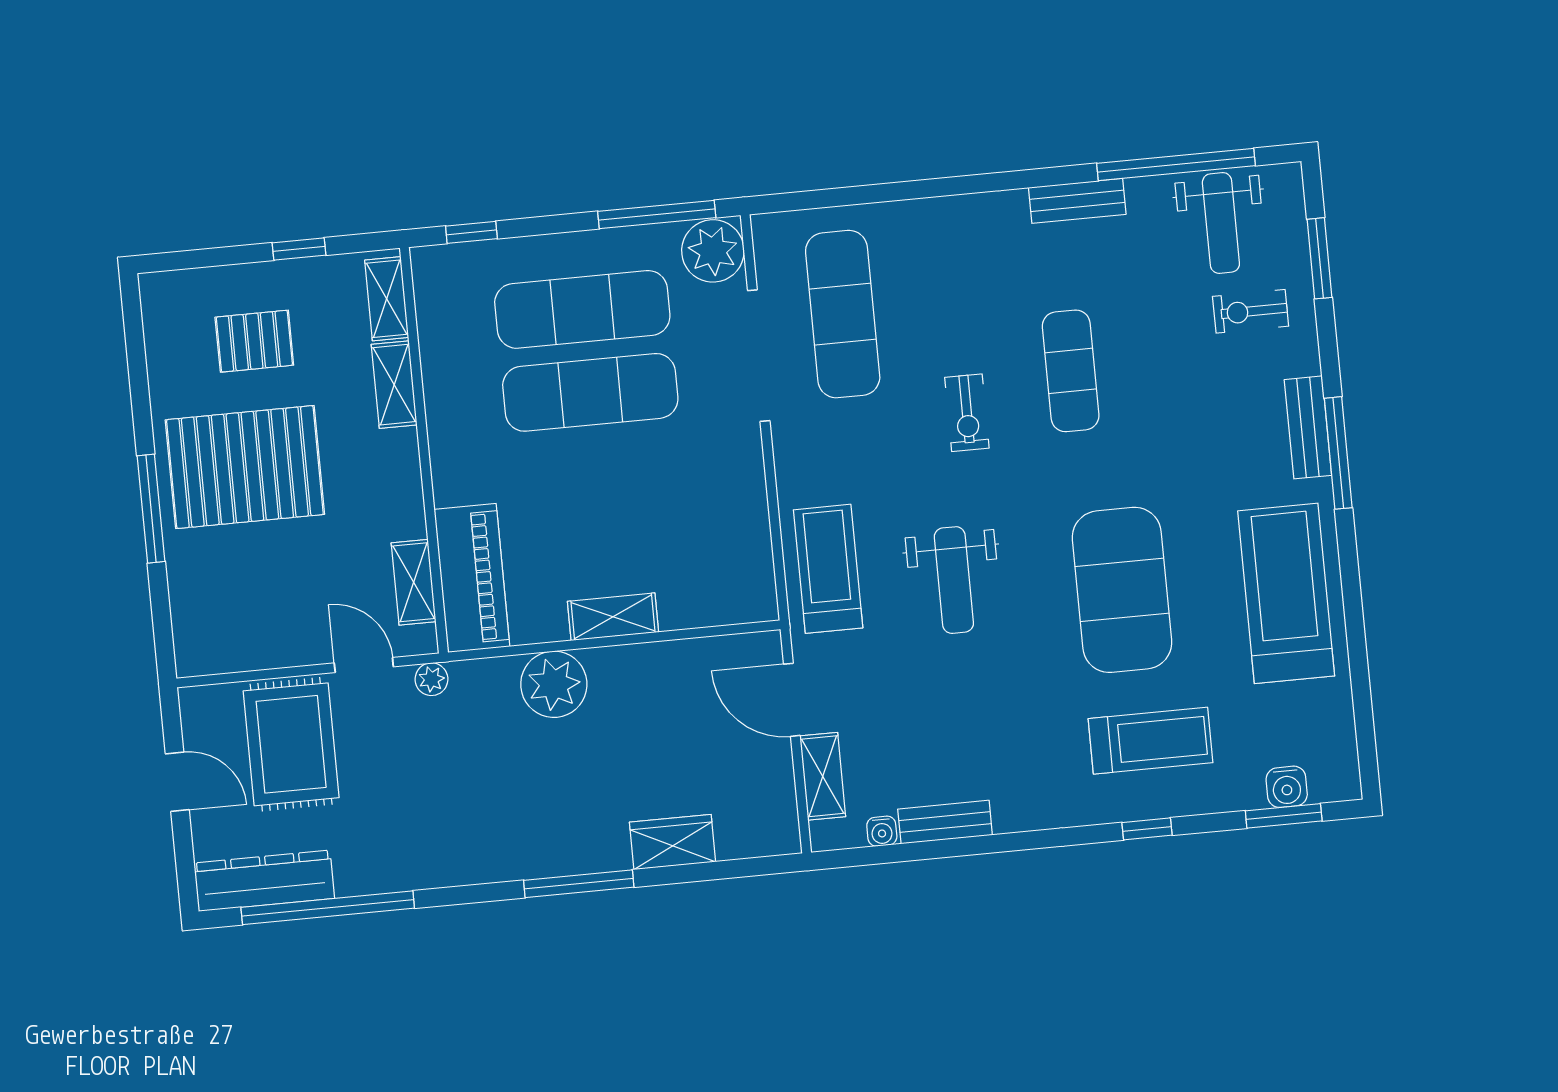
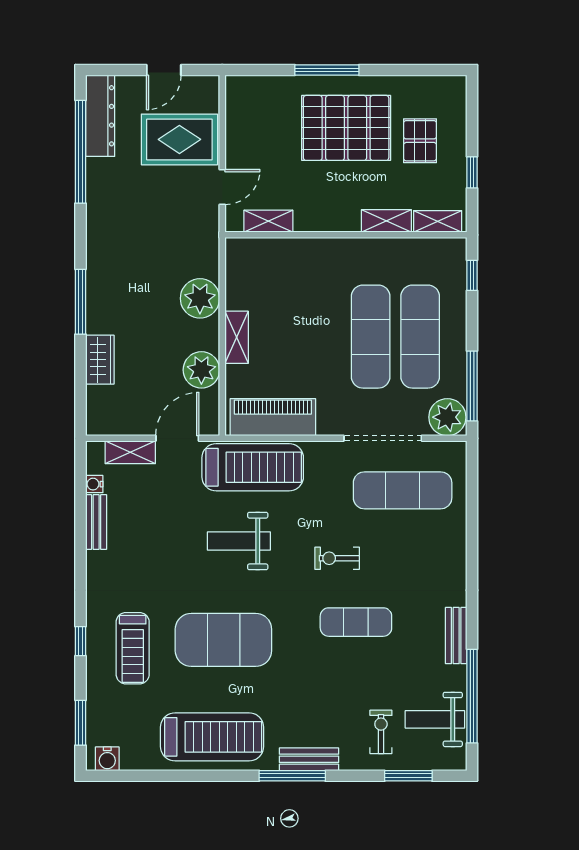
pallet: (245, 467) -> (346, 128), turned 90
treadmill: (828, 569) -> (253, 467), width x1.37, depth x1.38
piano: (472, 578) -> (273, 417), moved, turned 180
plant: (431, 679) -> (201, 370), moved, width x1.88, depth x1.88
water cooler: (1287, 787) -> (107, 759), moved, turned -90

